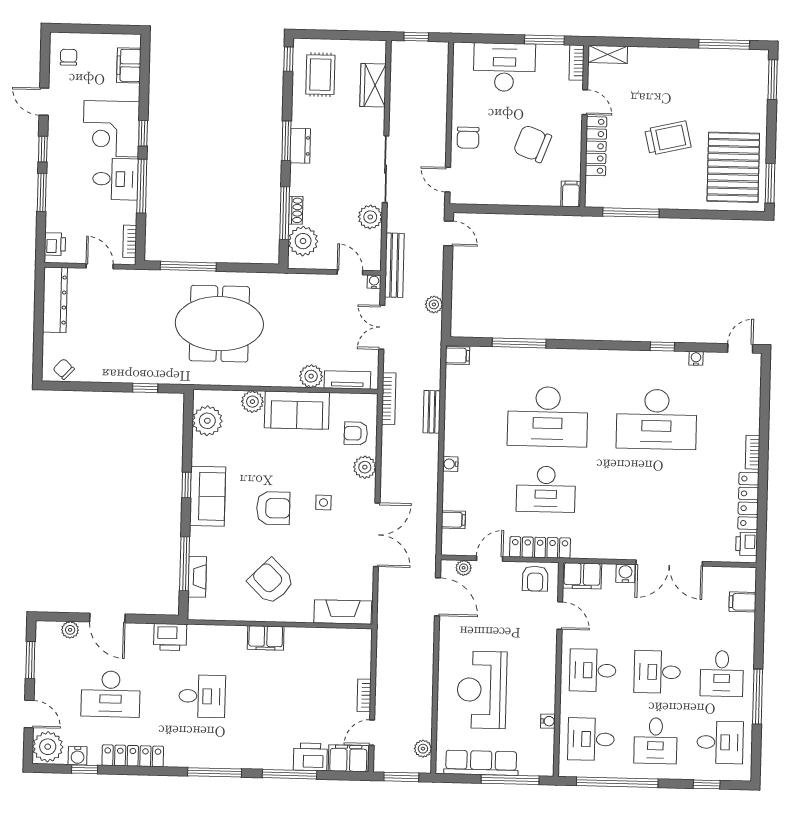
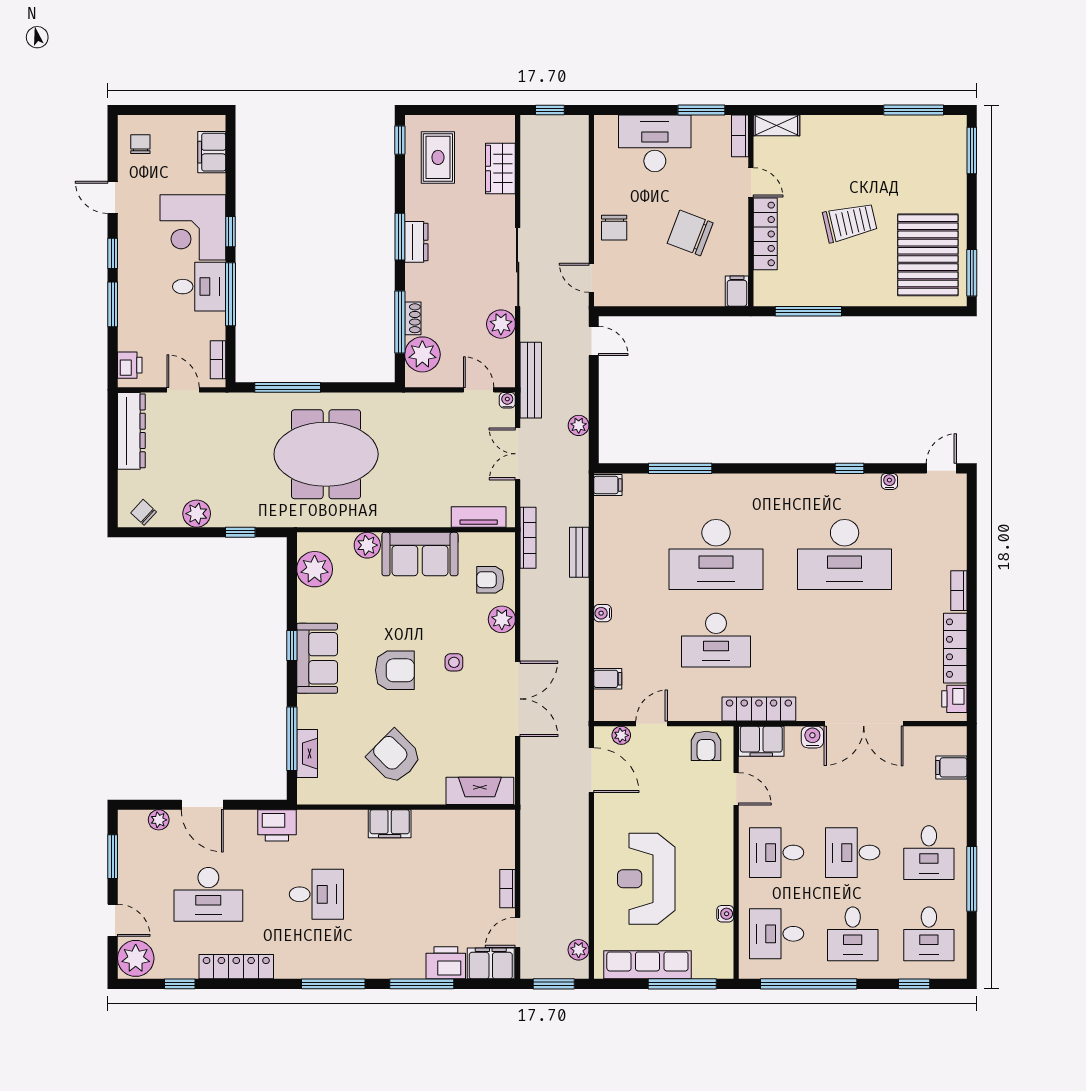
plant: (311, 376) -> (197, 514), moved
locker: (540, 547) -> (759, 709), moved
desk: (720, 742) -> (929, 934), turned 90
water cooler: (78, 756) -> (171, 968), removed

